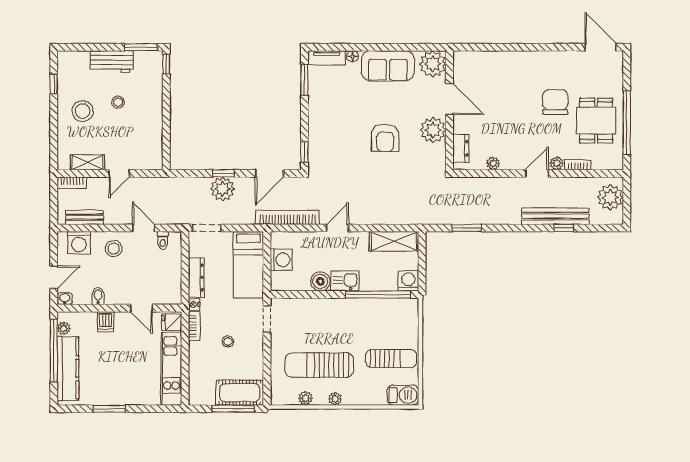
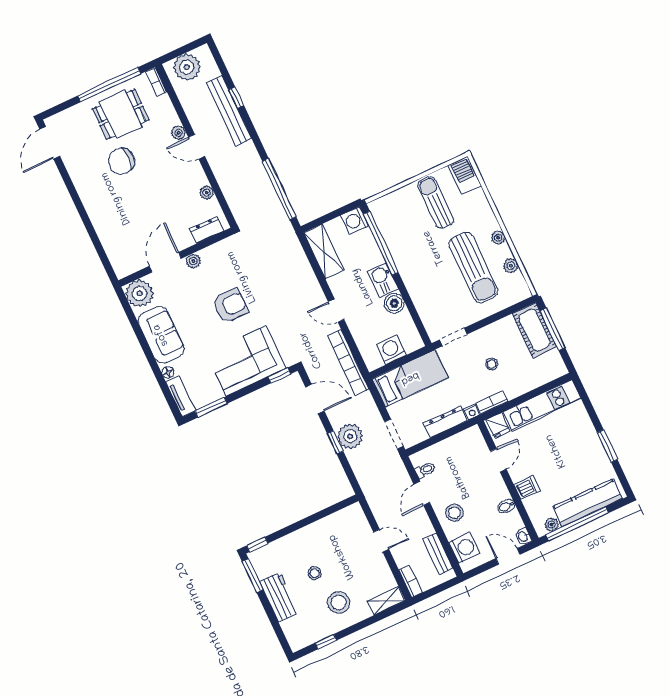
corner sofa: (330, 129) -> (246, 361), added
plant: (433, 130) -> (193, 261), width x0.53, depth x0.53
shelving: (88, 162) -> (386, 601), moved, turned 90
bookcase: (578, 165) -> (156, 82), moved
window: (467, 228) -> (279, 189), width x2.11

